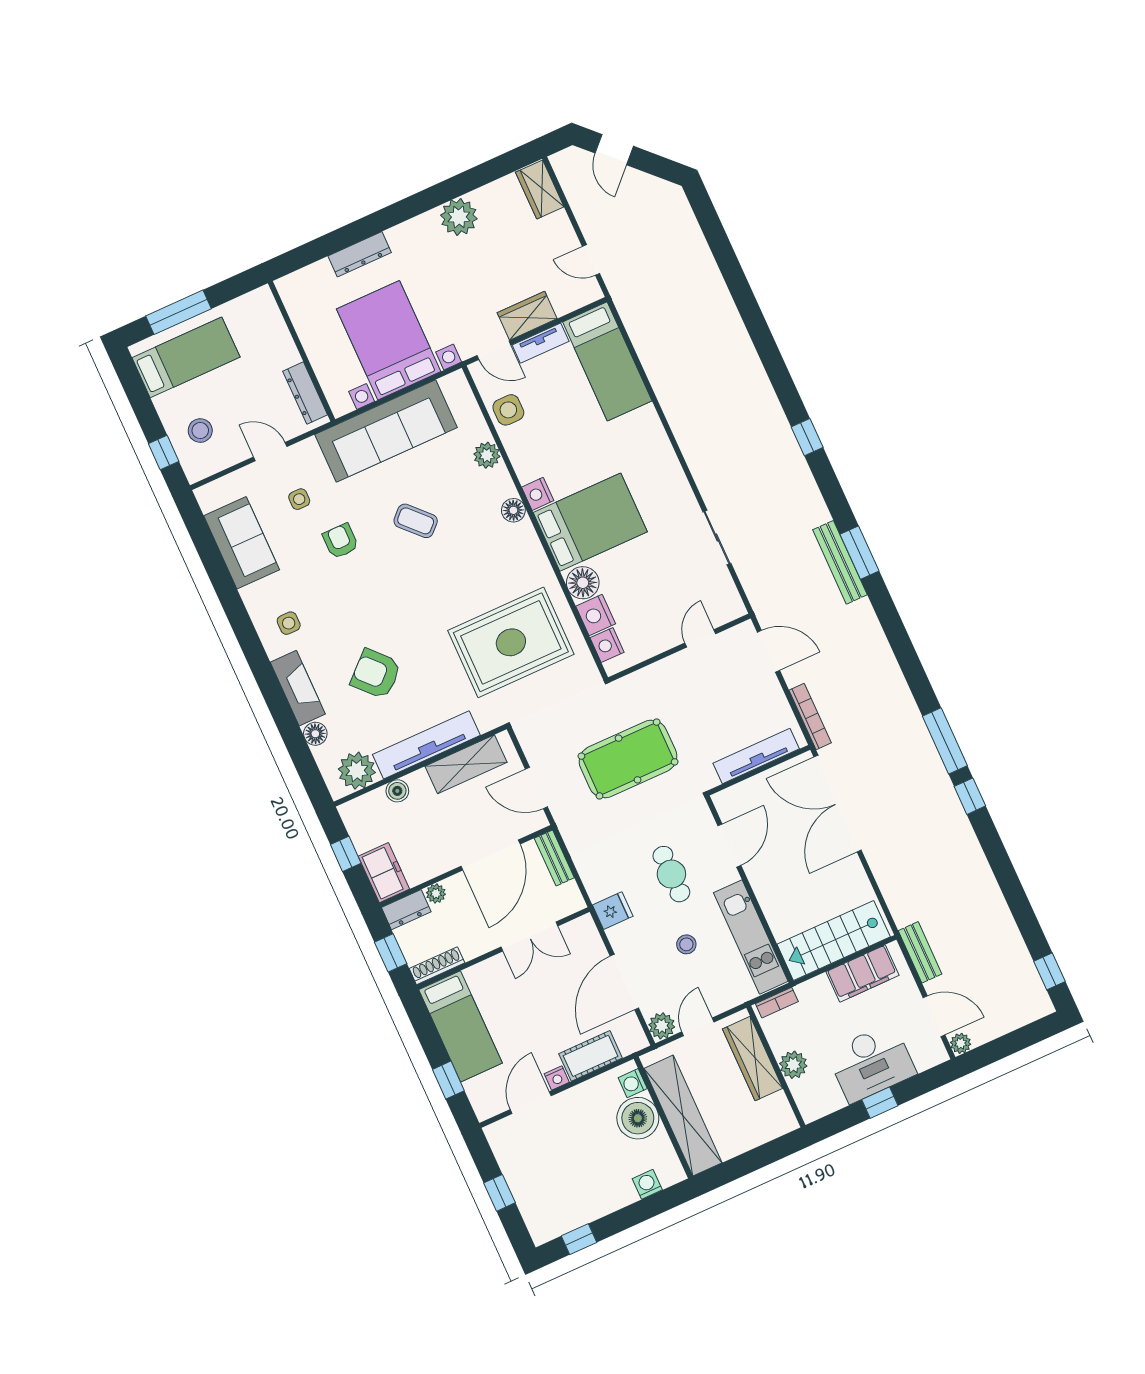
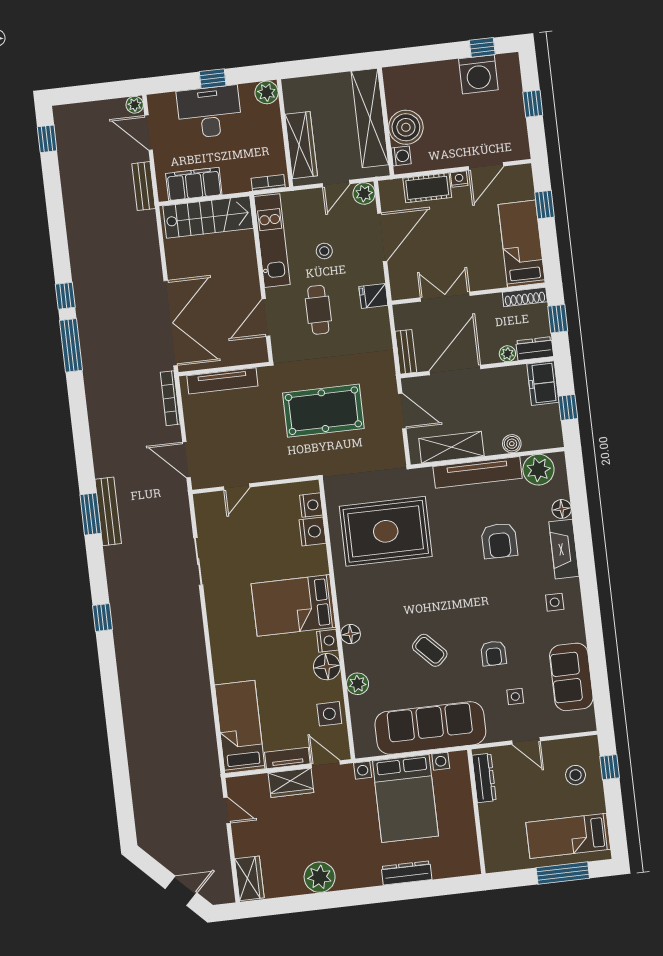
door: (614, 150) -> (181, 891), hinge flipped
floor lamp: (583, 583) -> (327, 667), moved
armchair: (376, 674) -> (499, 541), turned 43
plant: (793, 1065) -> (267, 92), moved
washing machine: (647, 1184) -> (478, 74), moved, width x1.89, depth x1.89

